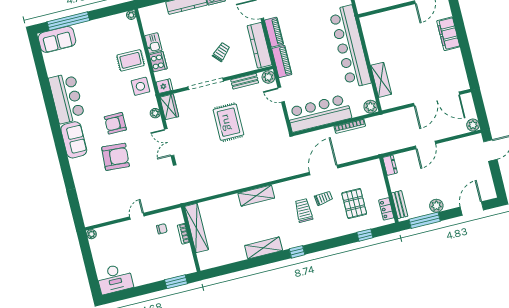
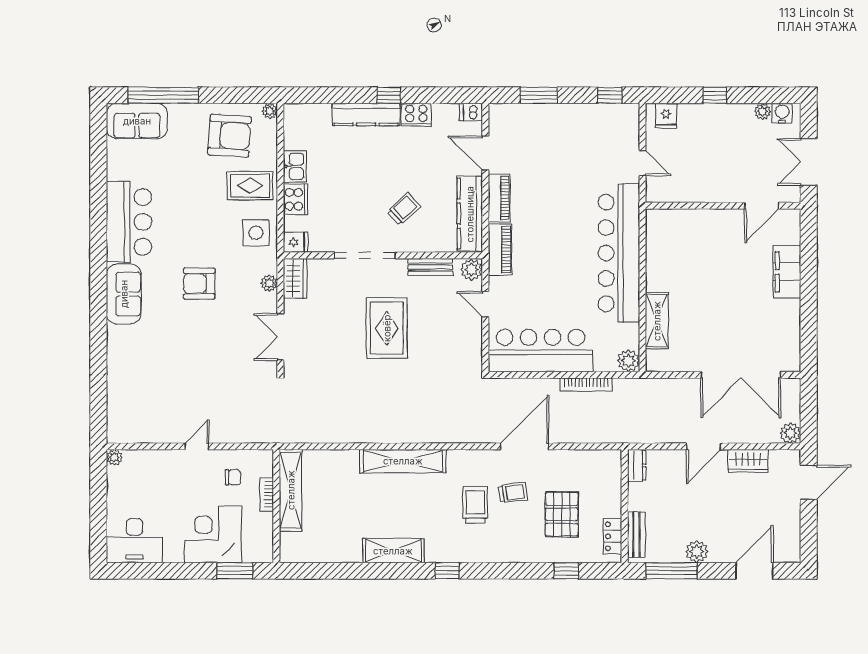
wardrobe: (453, 147) -> (748, 461), added
armchair: (116, 157) -> (229, 136), moved
shelving: (256, 196) -> (403, 461), width x1.47
corner desk: (159, 264) -> (213, 534), added

